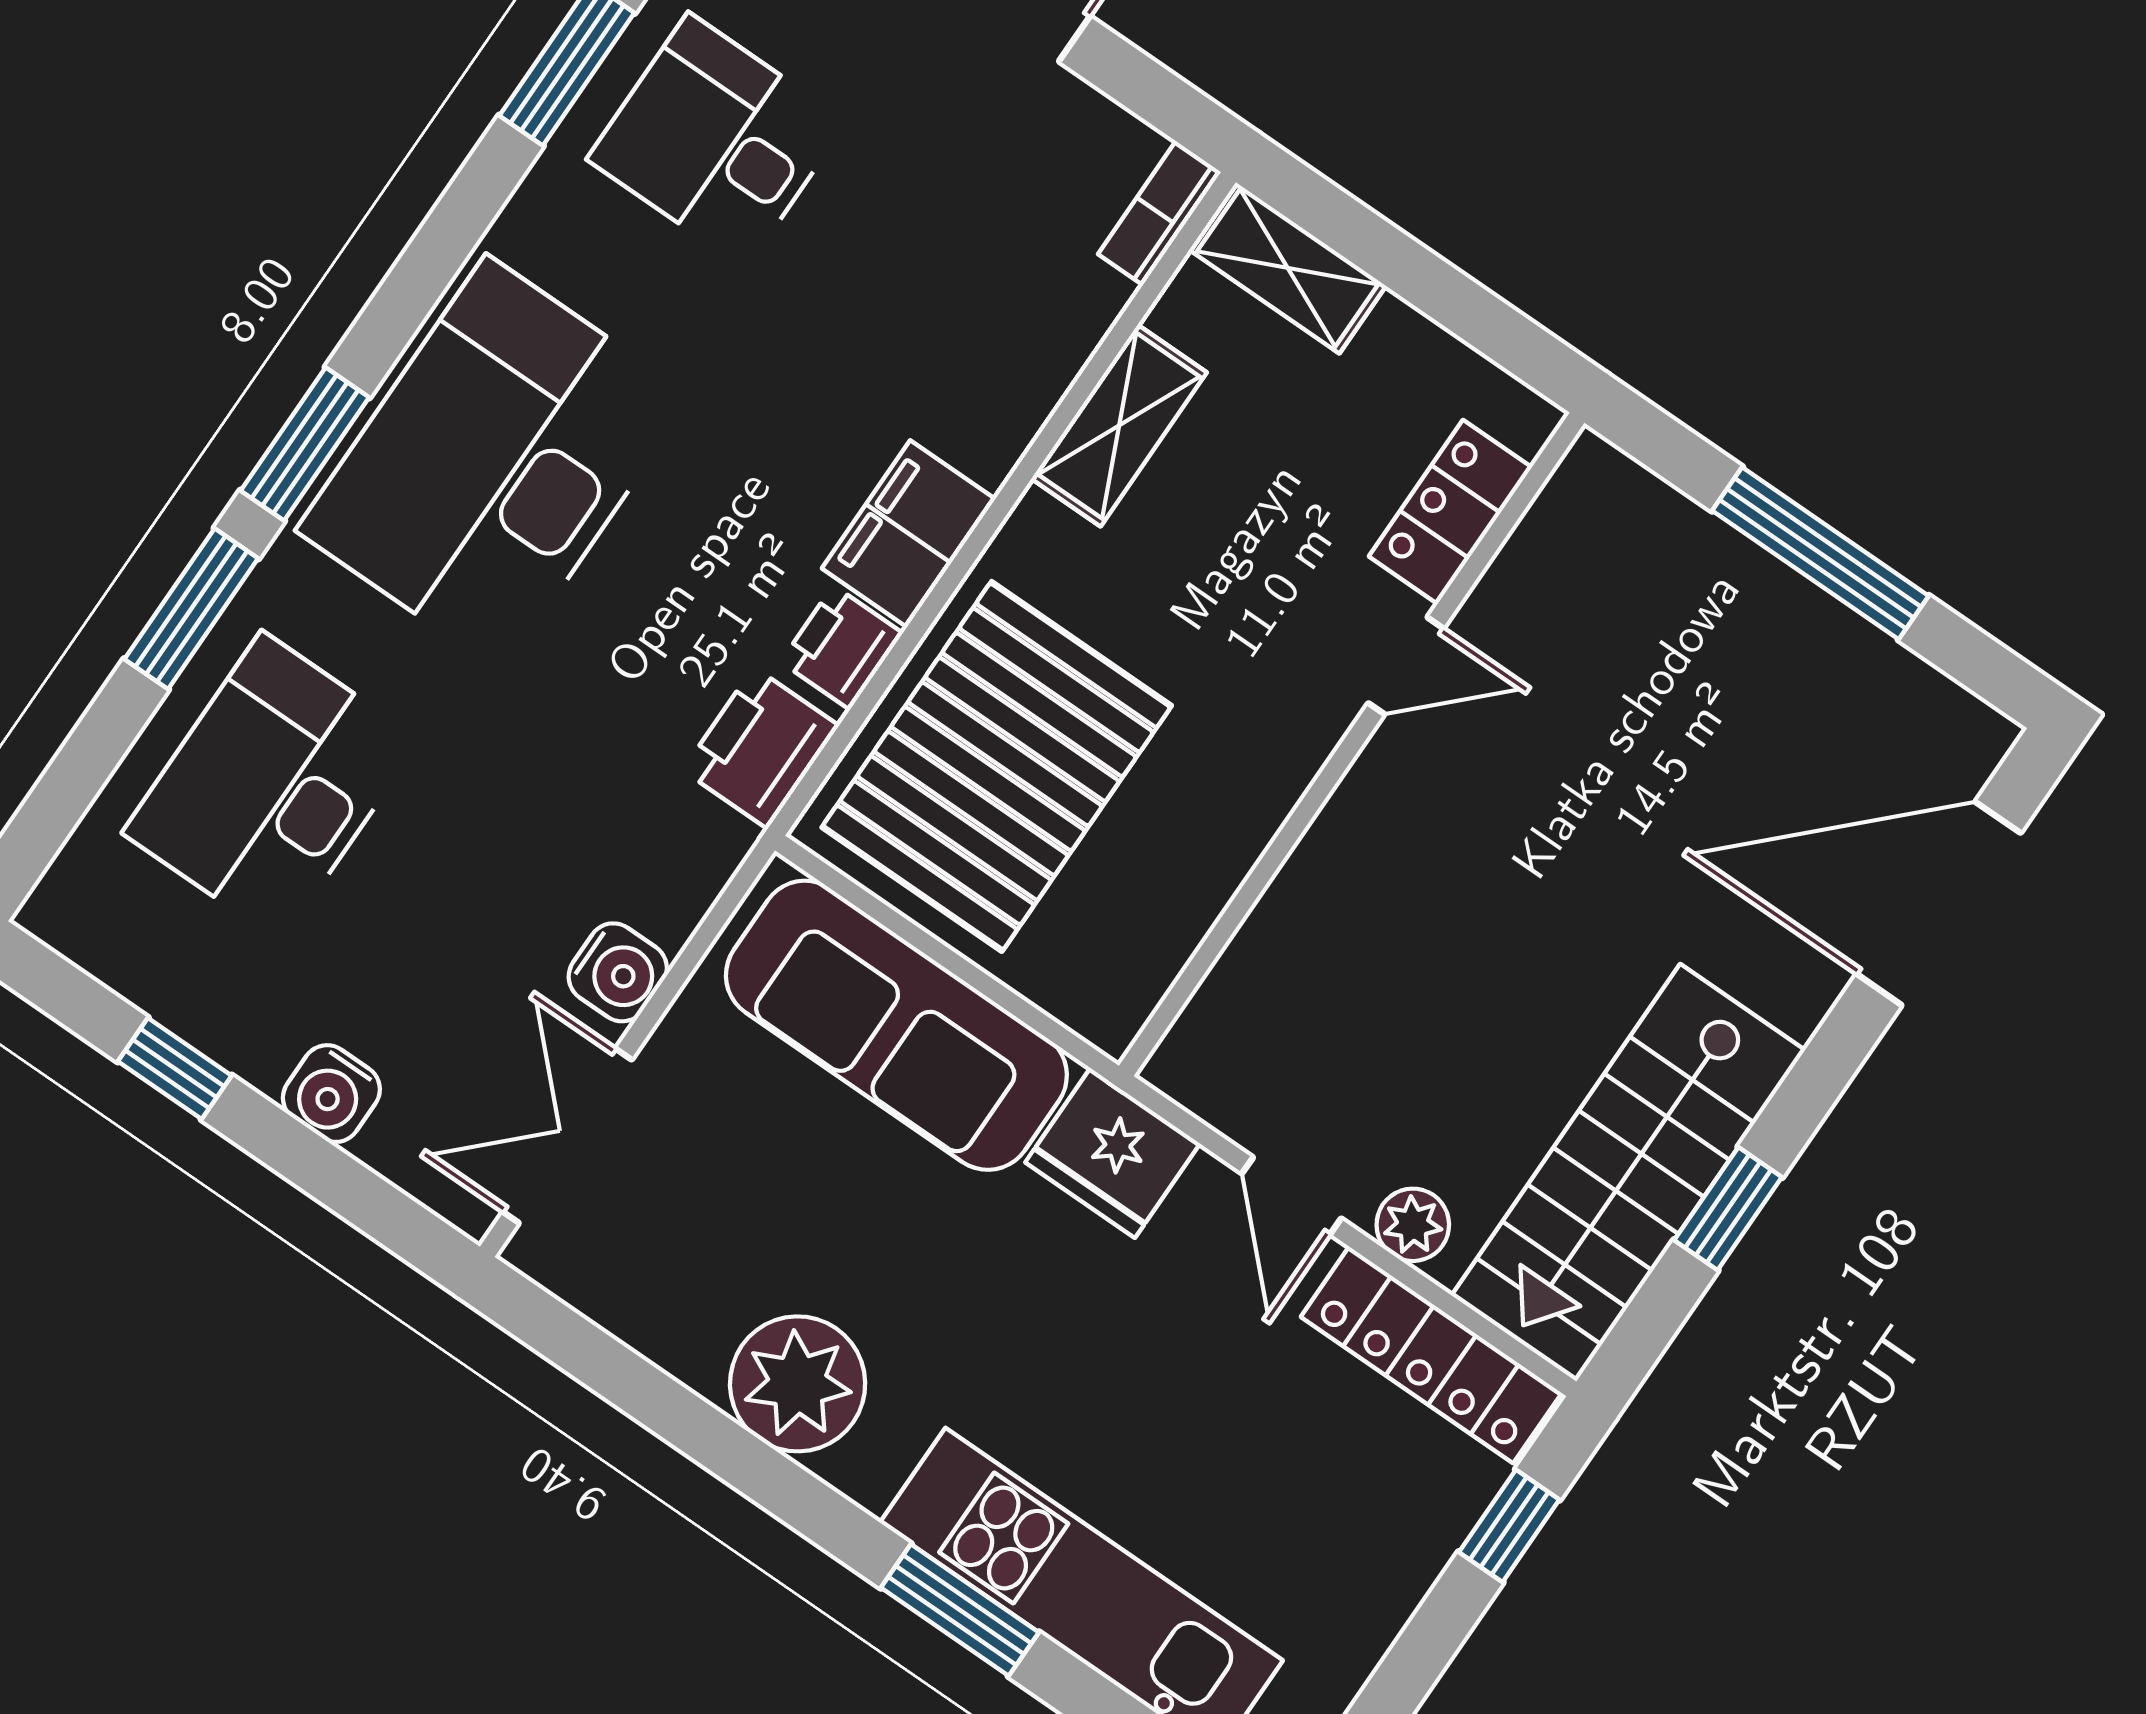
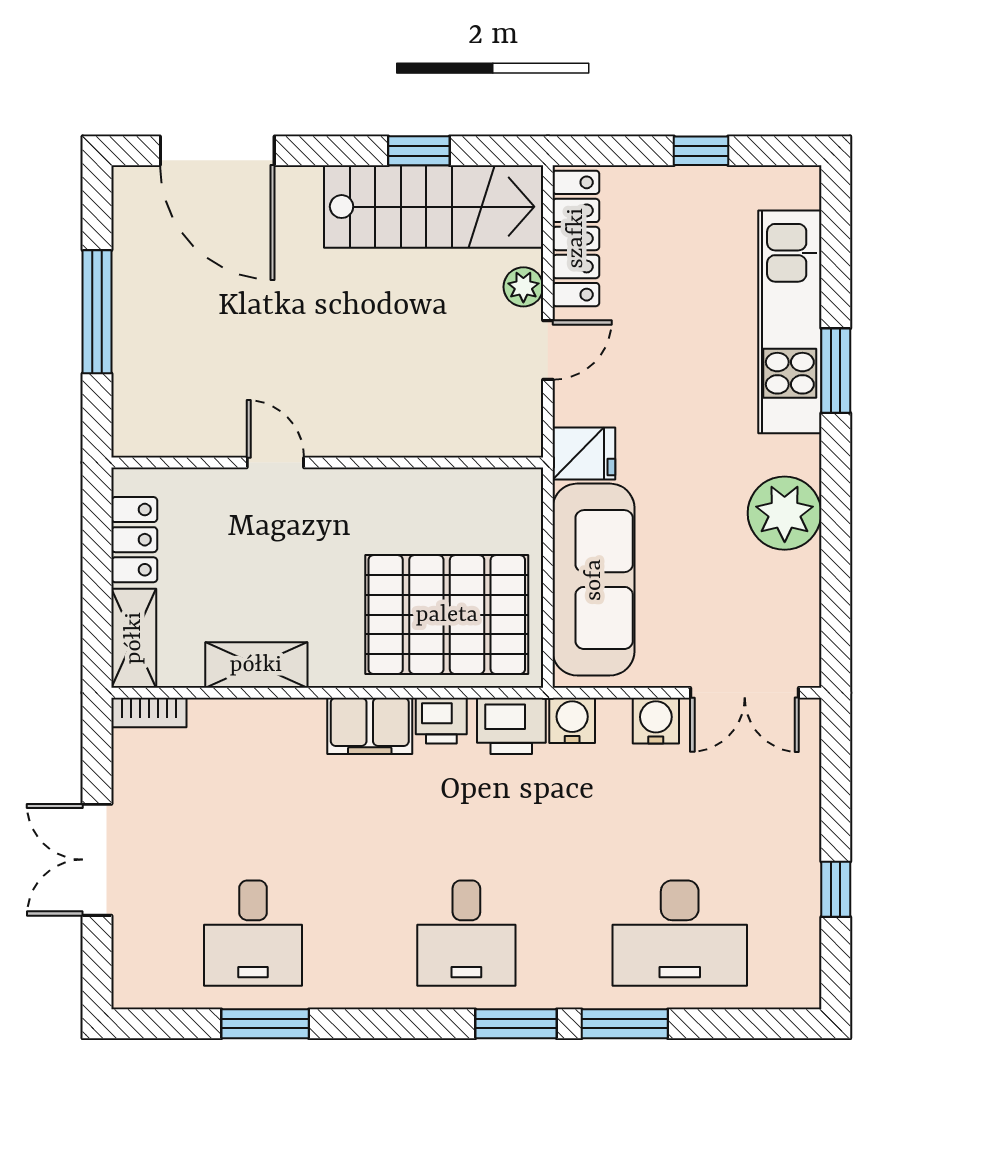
desk: (494, 464) -> (466, 933), width x0.53, depth x0.77
locker: (1450, 512) -> (134, 540), moved, turned -90
water cooler: (331, 1094) -> (572, 720), moved, turned -90
fridge: (1113, 1153) -> (584, 453), width x0.72
window: (1509, 1526) -> (701, 151), moved

